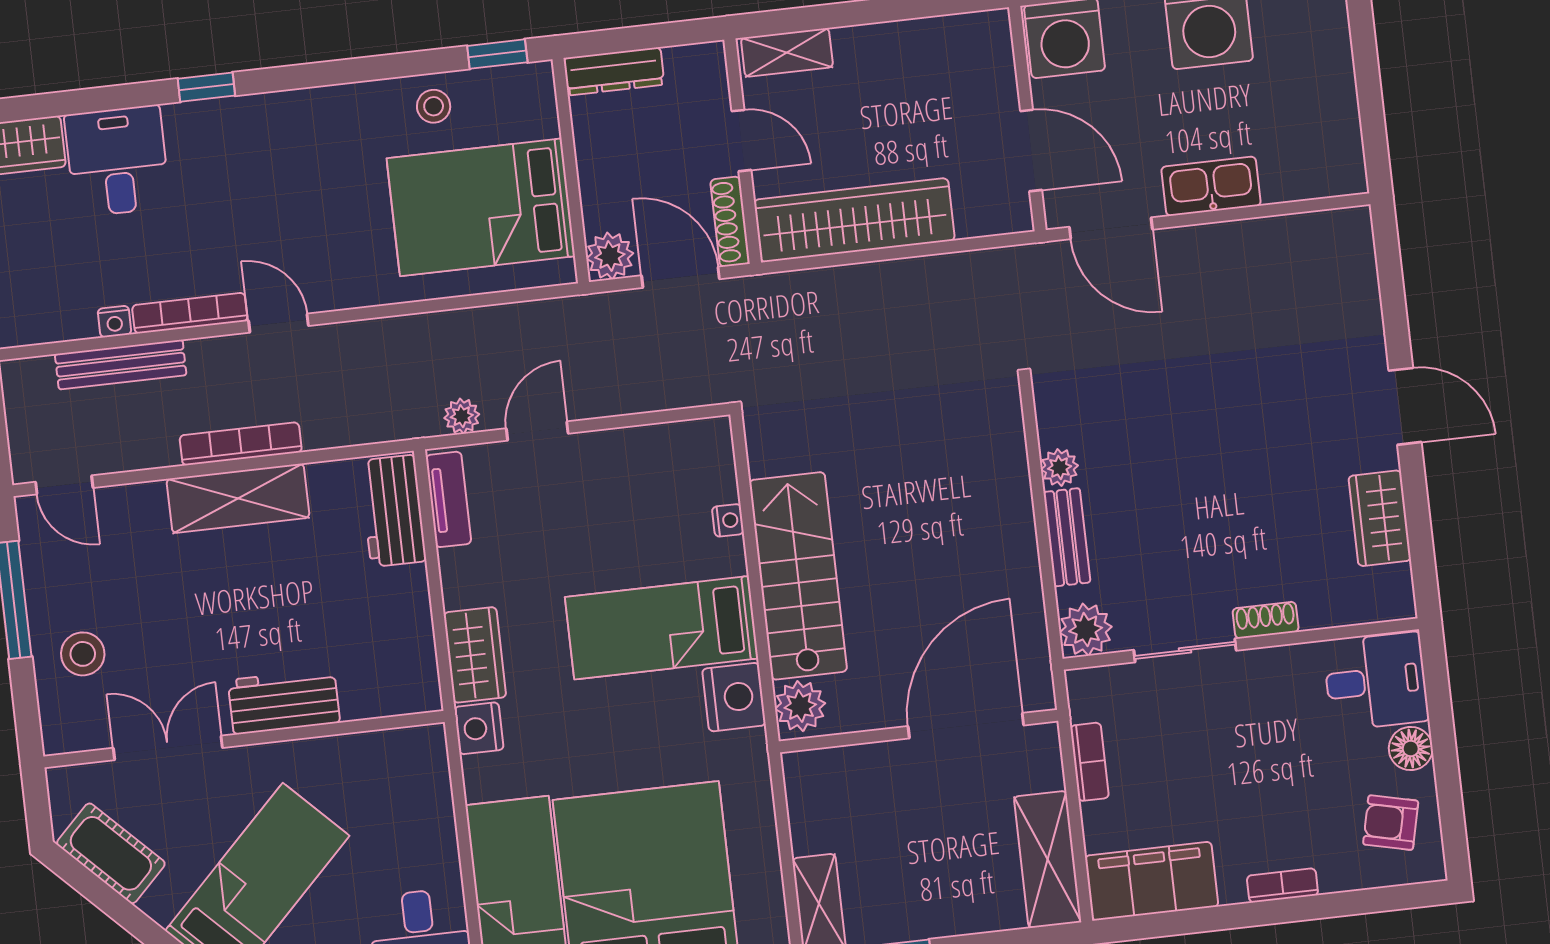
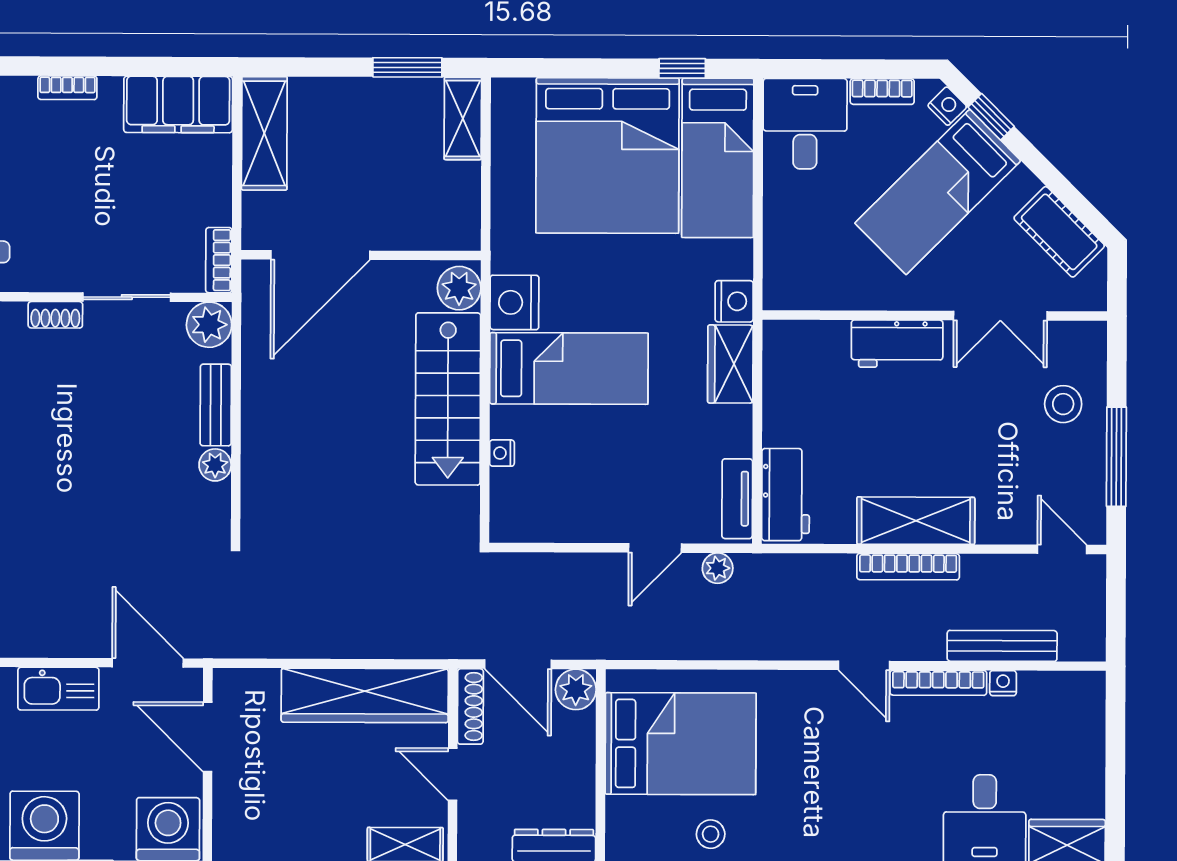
bookcase: (1089, 762) -> (219, 260), moved

